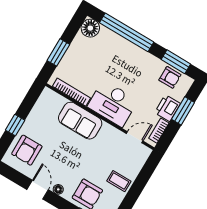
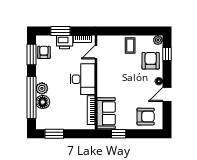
floor lamp: (90, 28) -> (43, 102), moved
plant: (130, 50) -> (42, 88), added
window: (58, 52) -> (54, 134), moved
sofa: (80, 121) -> (106, 113), moved
window: (15, 125) -> (119, 134), moved
door: (135, 137) -> (96, 52), hinge flipped

